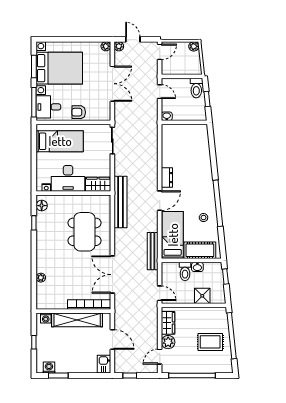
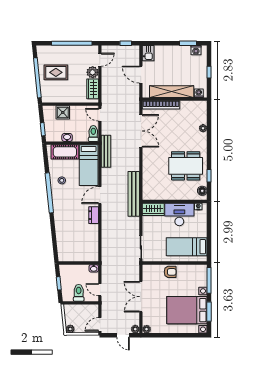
toilet: (196, 88) -> (79, 293), moved
desk: (48, 107) -> (196, 276), removed
dining table: (84, 232) -> (186, 166), moved, turned 90
toilet: (185, 272) -> (93, 134), moved

